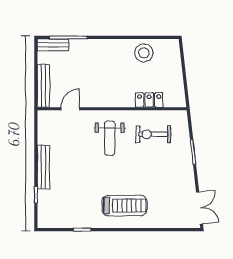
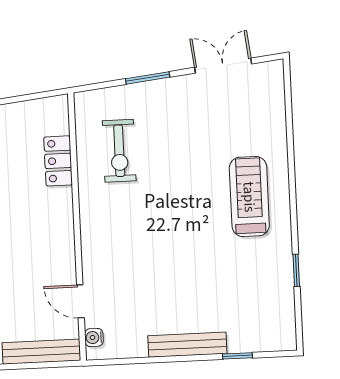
water cooler: (50, 115) -> (94, 337), added
weight bench: (110, 138) -> (130, 228), removed
double door: (199, 208) -> (223, 66), moved

